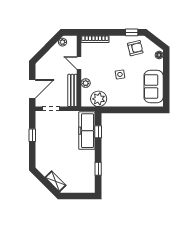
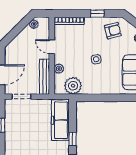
window: (132, 32) -> (97, 14), moved
window: (98, 132) -> (73, 139), moved

